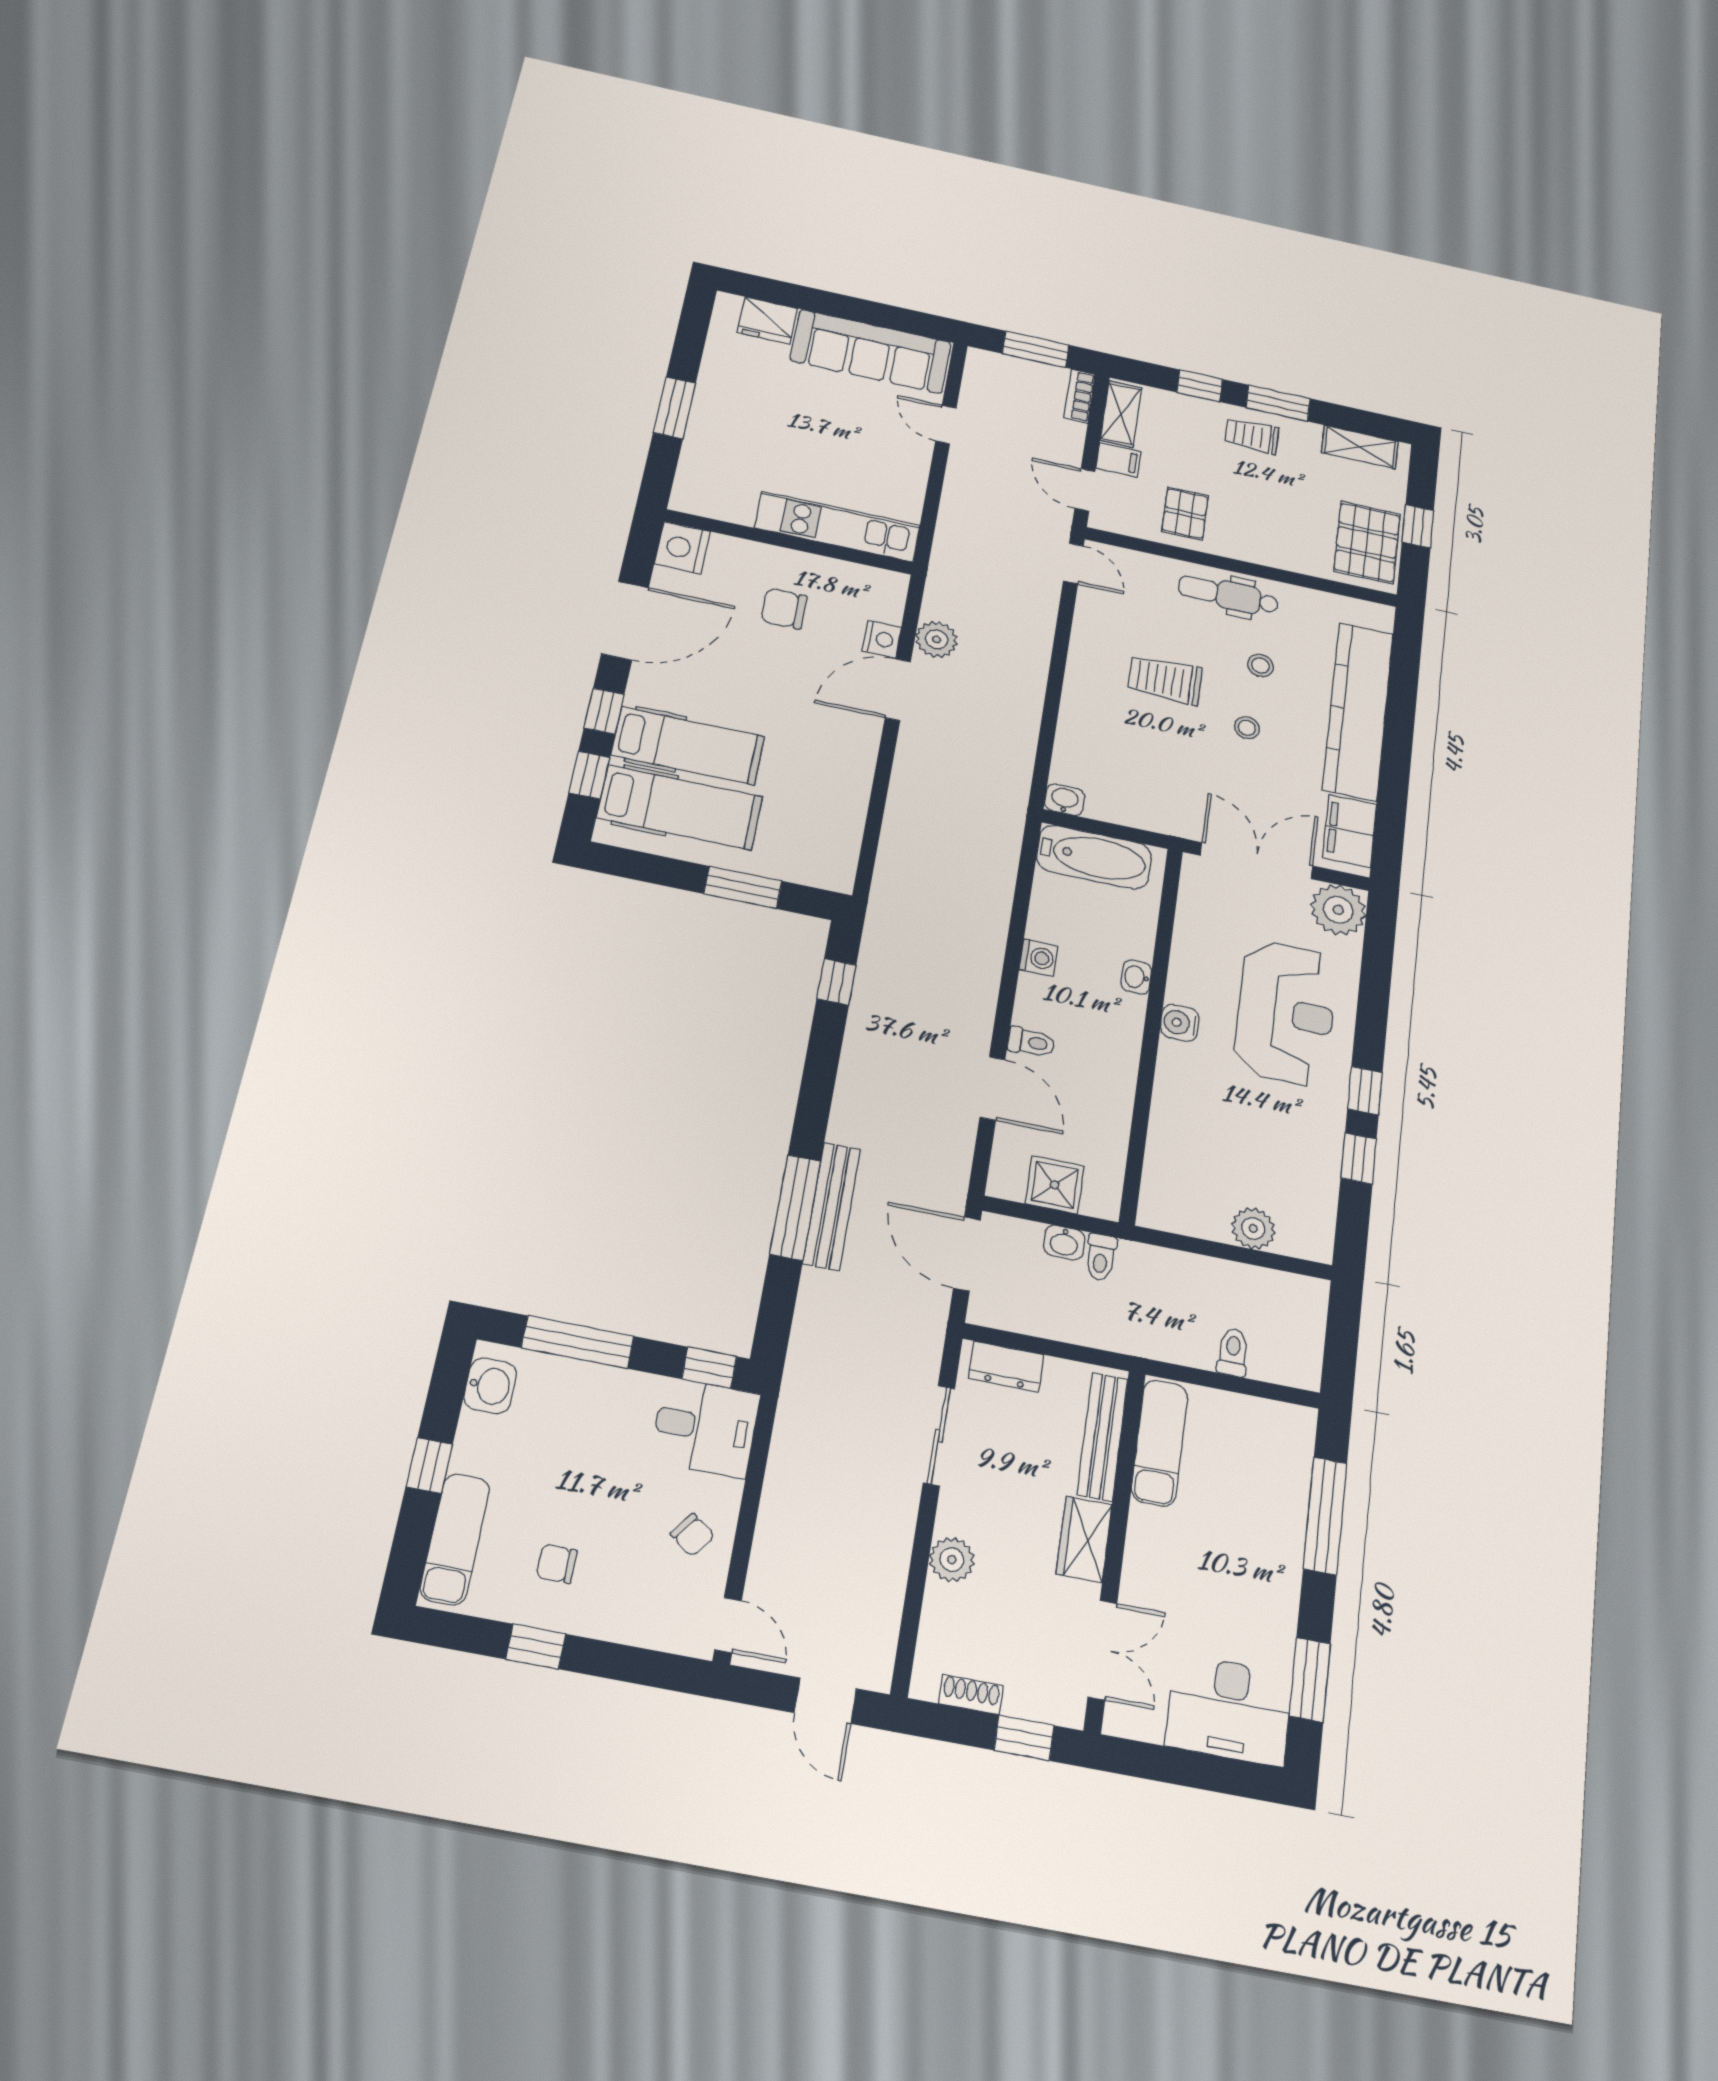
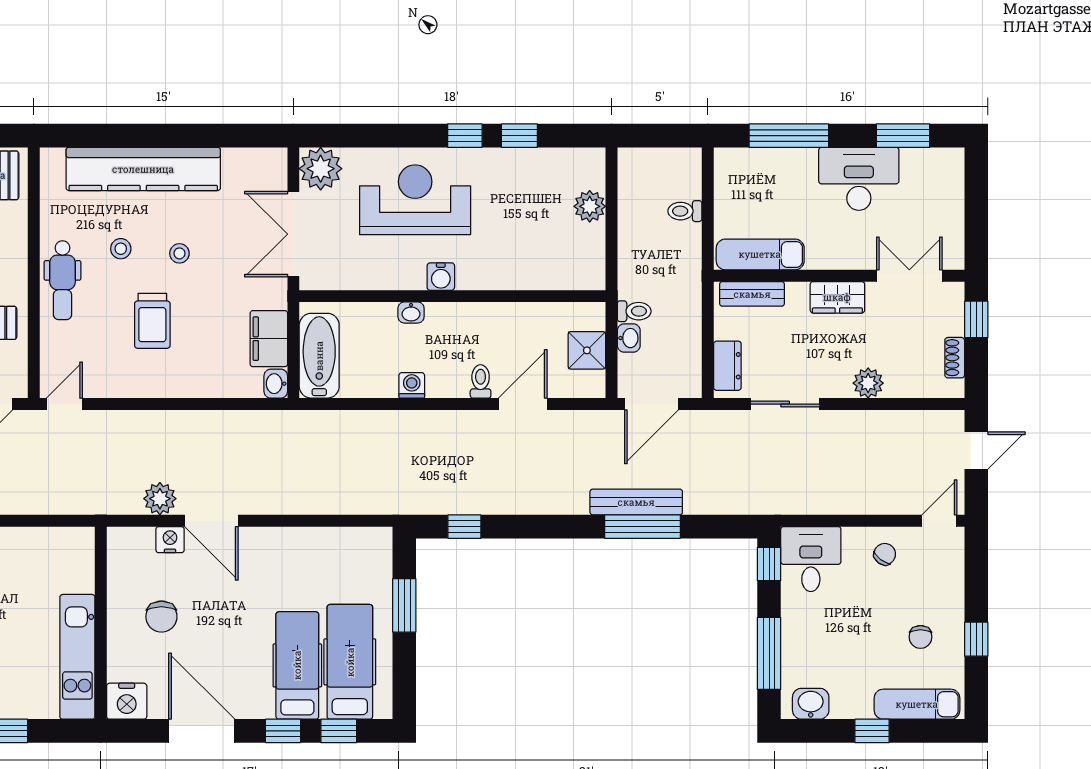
kitchen unit: (837, 527) -> (77, 657), moved
filing cabinet: (1350, 831) -> (269, 339), moved, turned 90
bench: (1102, 1437) -> (752, 294), width x0.73
desk: (1229, 1710) -> (859, 179), moved, turned -90

